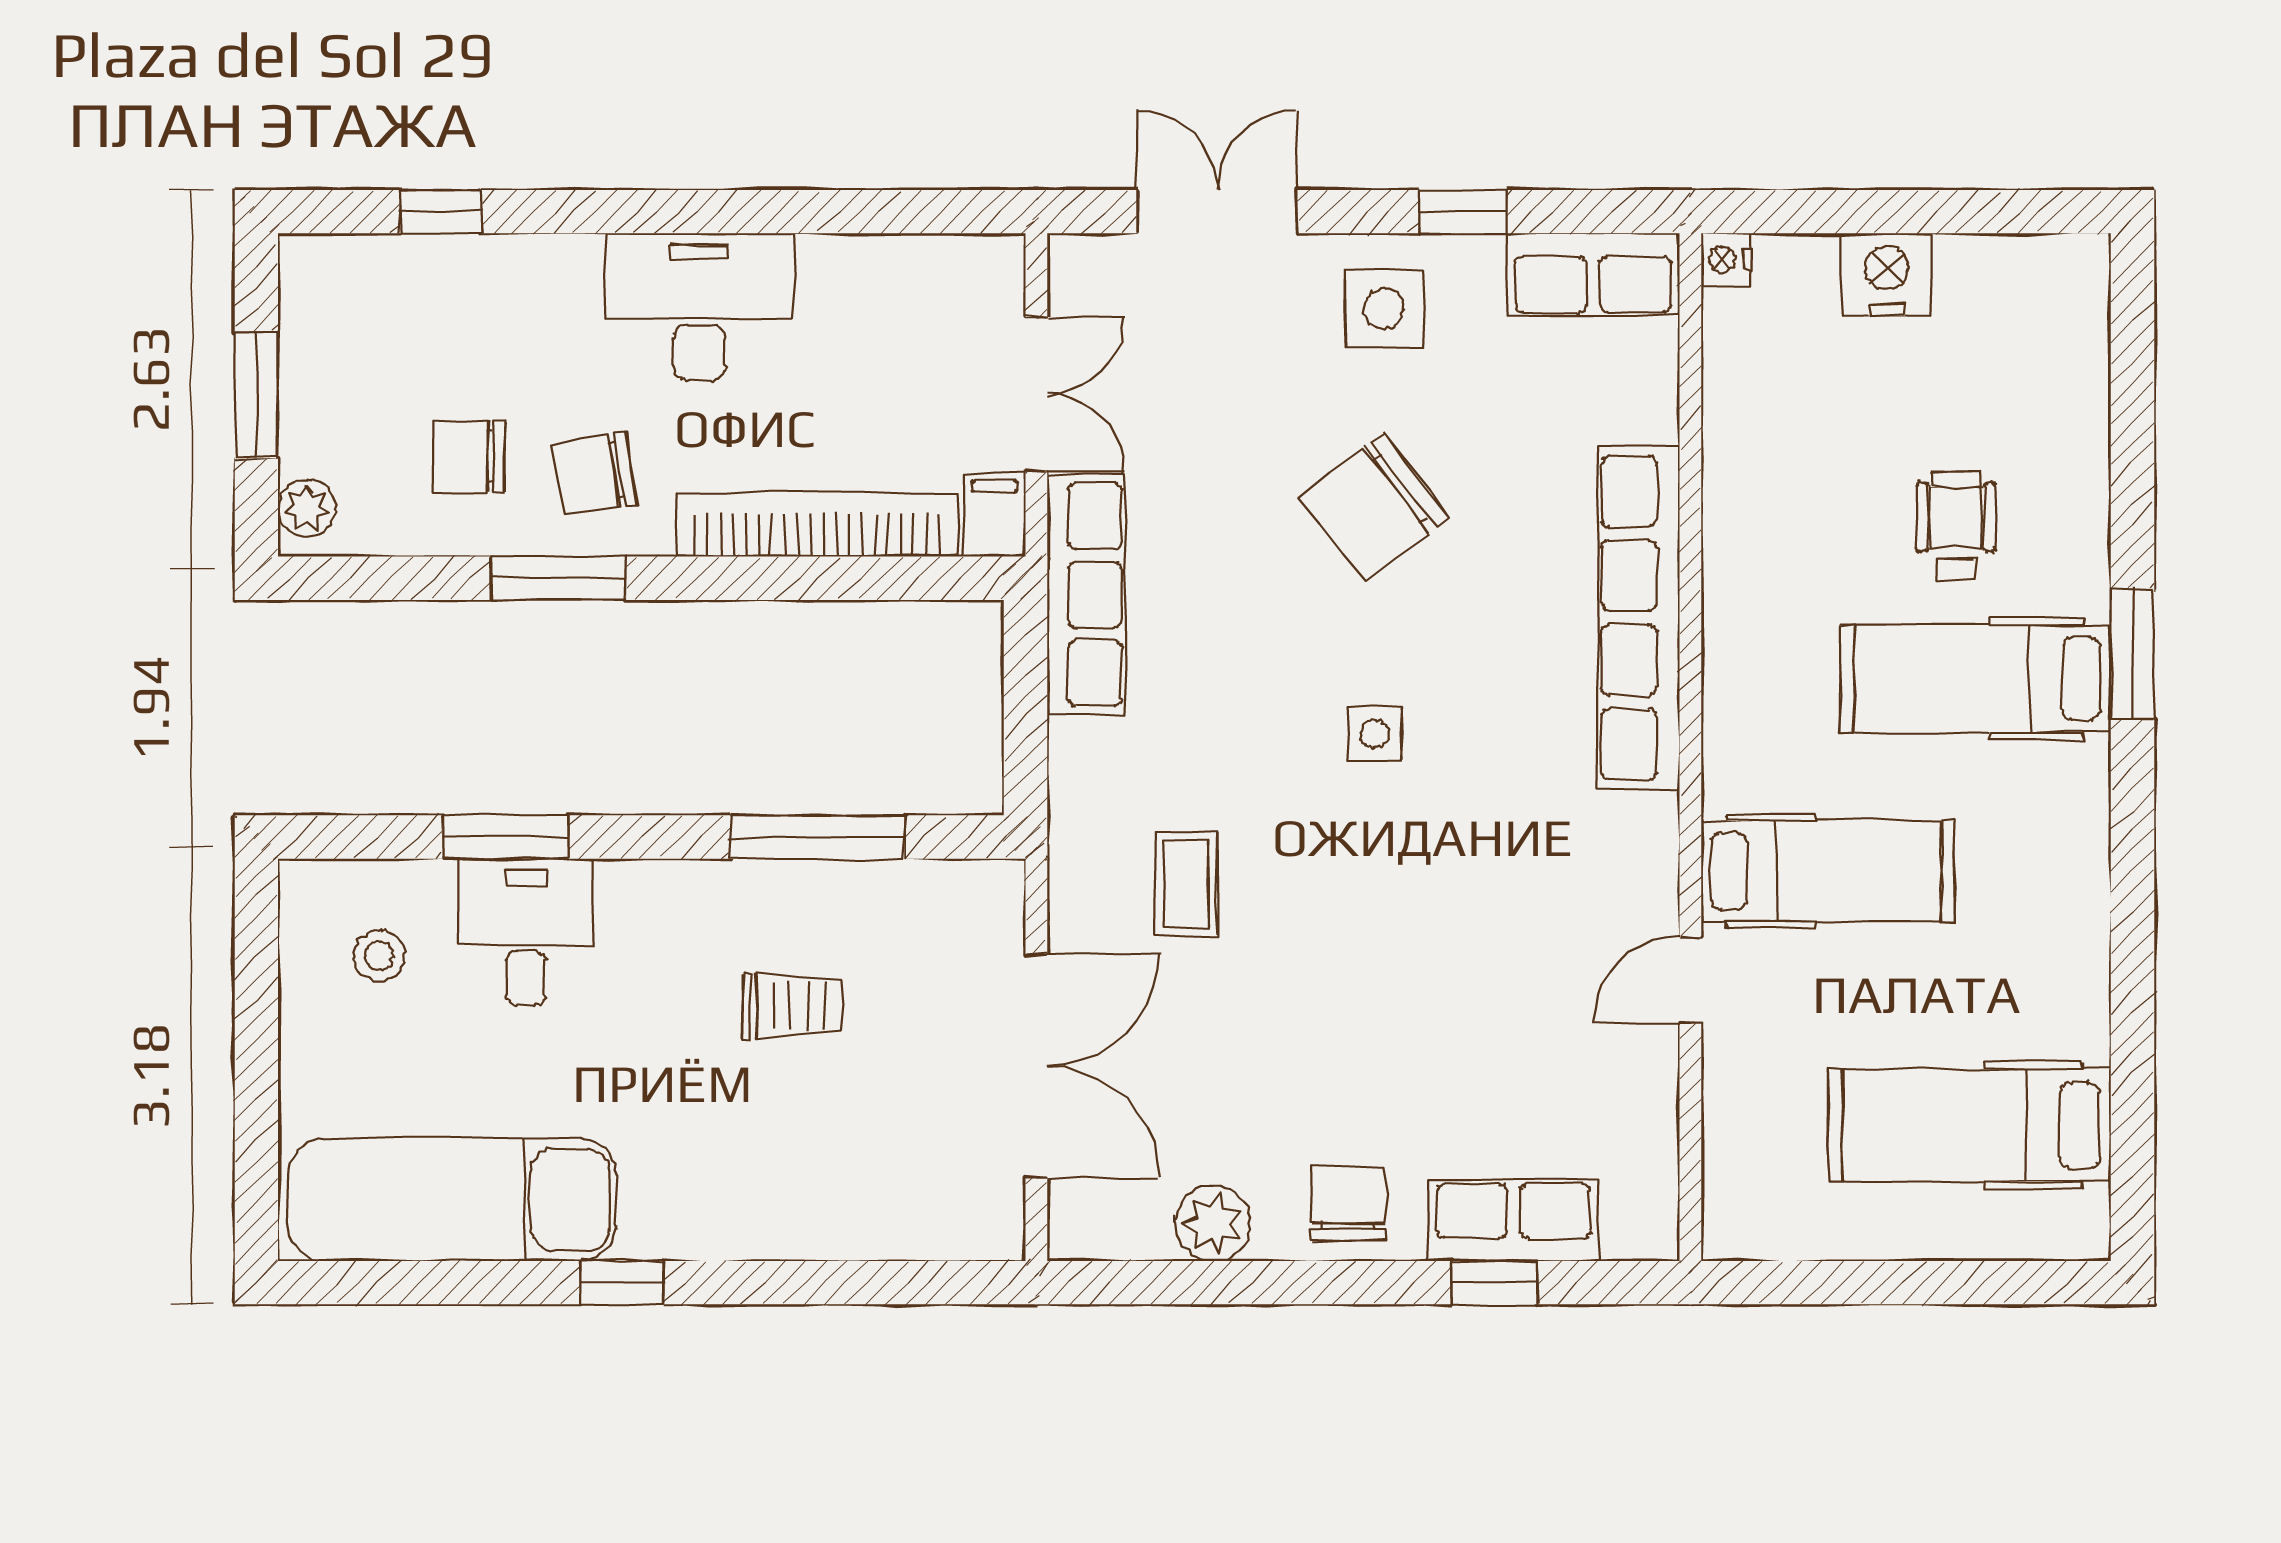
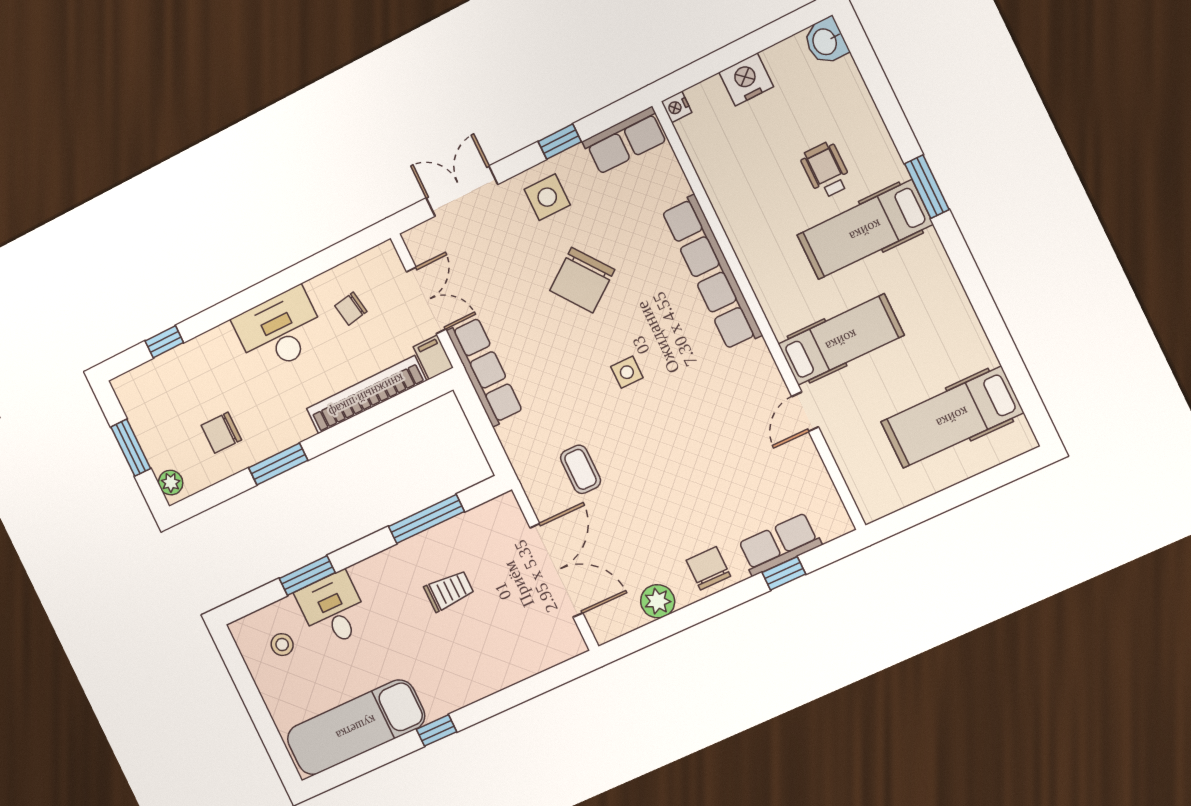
washbasin: (2073, 278) -> (826, 41), added
chair: (595, 474) -> (351, 309), moved, width x0.73, depth x0.73

